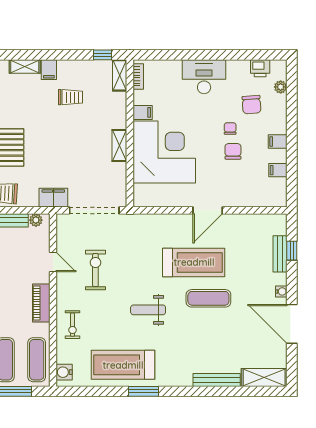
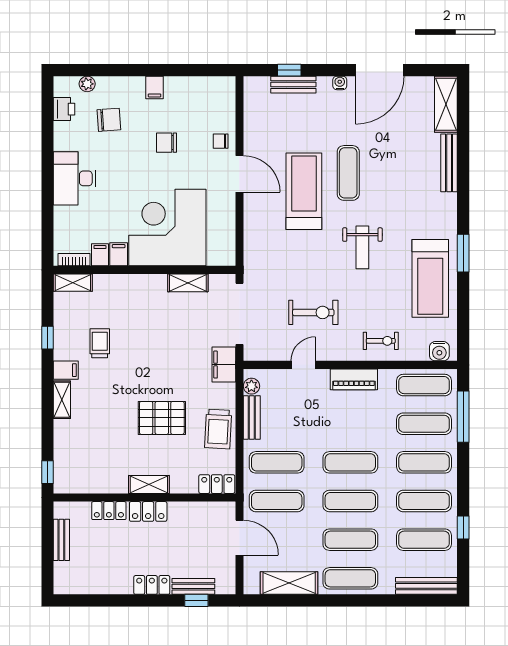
window: (102, 55) -> (48, 338), moved
chair: (230, 129) -> (221, 141), moved
shelving: (119, 145) -> (188, 283), moved
filing cabinet: (278, 170) -> (100, 255), moved, turned 180
exercise bike: (95, 270) -> (313, 312), turned 180

